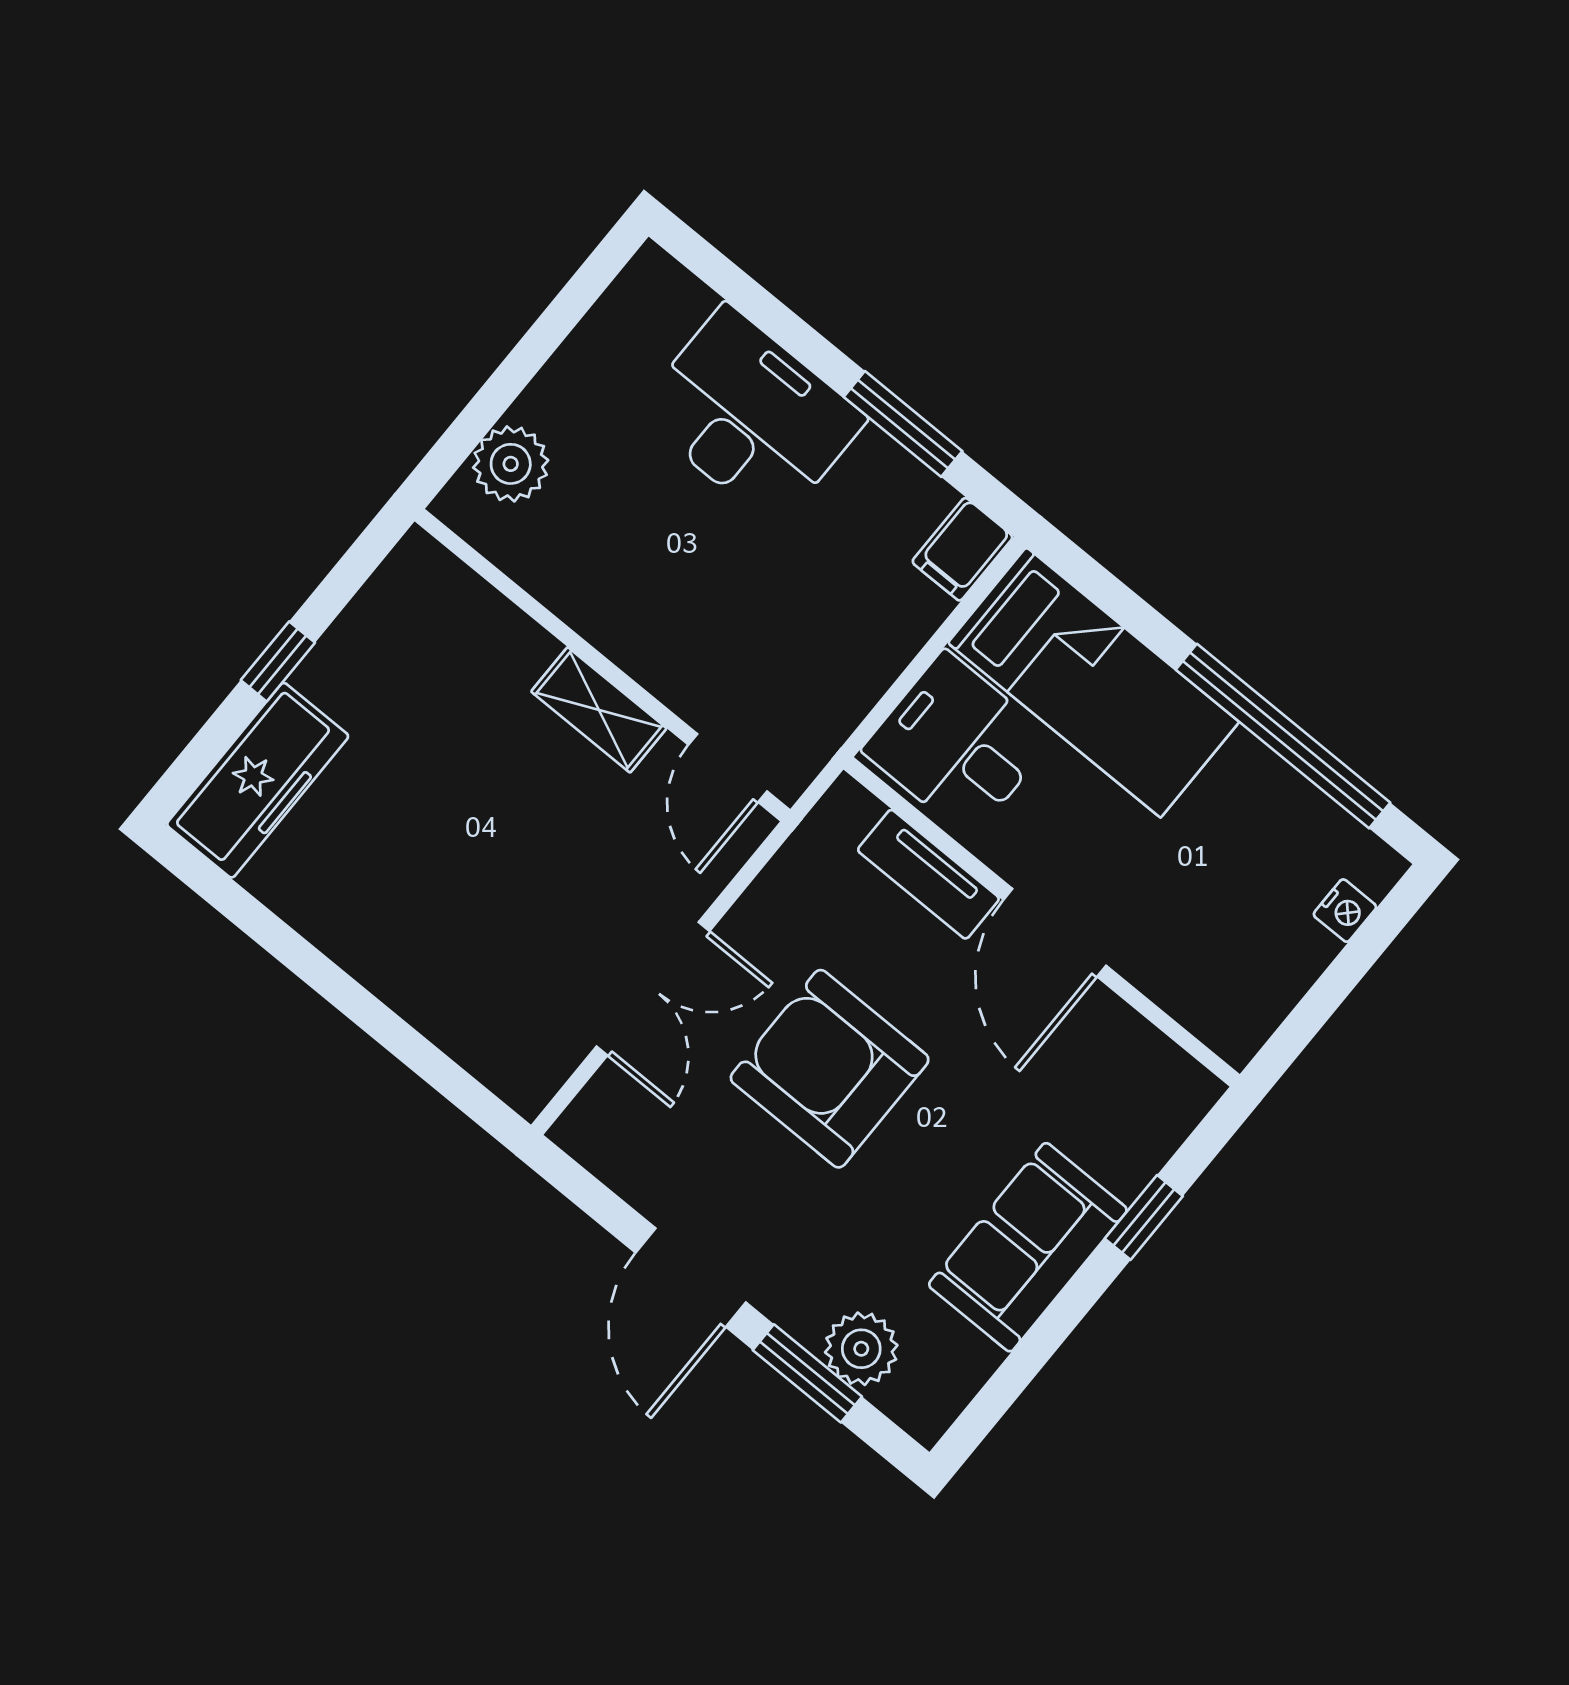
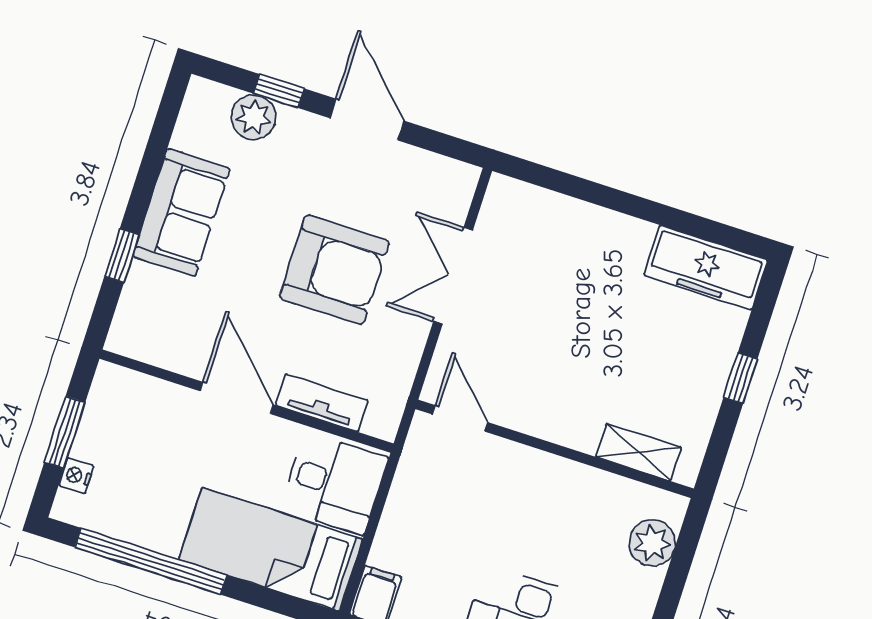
shelving: (599, 710) -> (639, 452), moved
freezer: (258, 780) -> (706, 267), moved, turned -90
window: (1336, 983) -> (65, 432), added
window: (807, 1373) -> (279, 91), width x0.67

